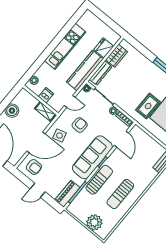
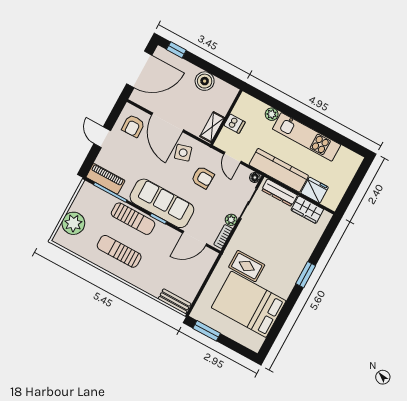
plant: (34, 80) -> (272, 114), moved

